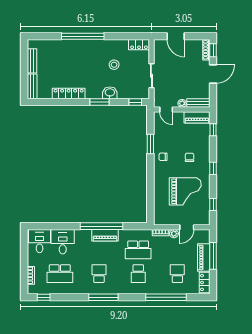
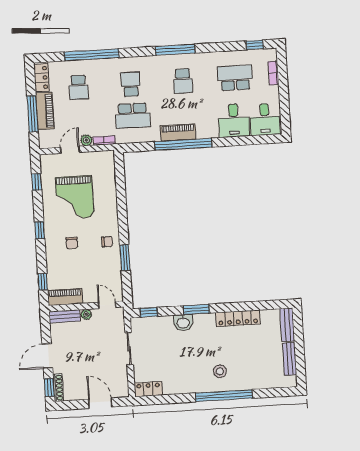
stool: (114, 65) -> (220, 371), moved
grand piano: (185, 191) -> (75, 197), turned -90
school desk: (138, 250) -> (133, 116), turned 180

